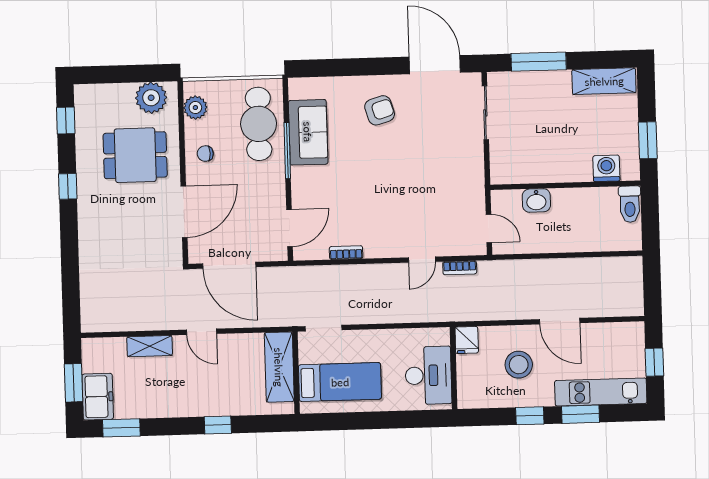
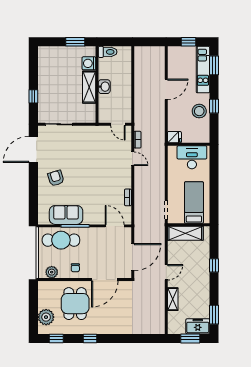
window: (539, 62) -> (33, 96), width x0.46
shelving: (604, 81) -> (89, 87), moved
plant: (151, 98) -> (46, 317), moved
washbasin: (536, 200) -> (104, 87), moved
door: (184, 212) -> (105, 279), swing flipped
door: (489, 229) -> (118, 124), swing flipped
stool: (519, 365) -> (199, 111), moved
window: (580, 414) -> (214, 65), moved

